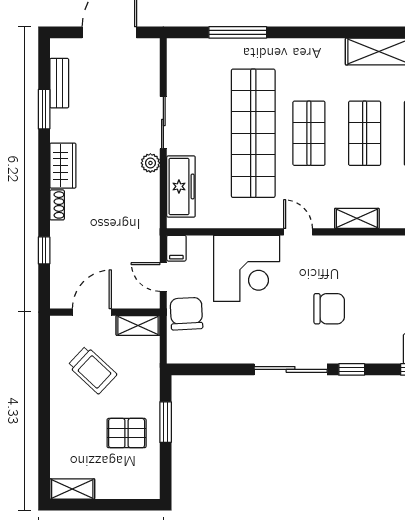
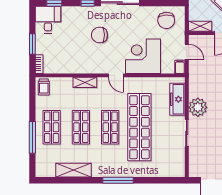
window: (238, 32) -> (118, 180), moved
plant: (150, 163) -> (198, 107), width x1.87, depth x1.87
chair: (186, 314) -> (166, 20), moved

